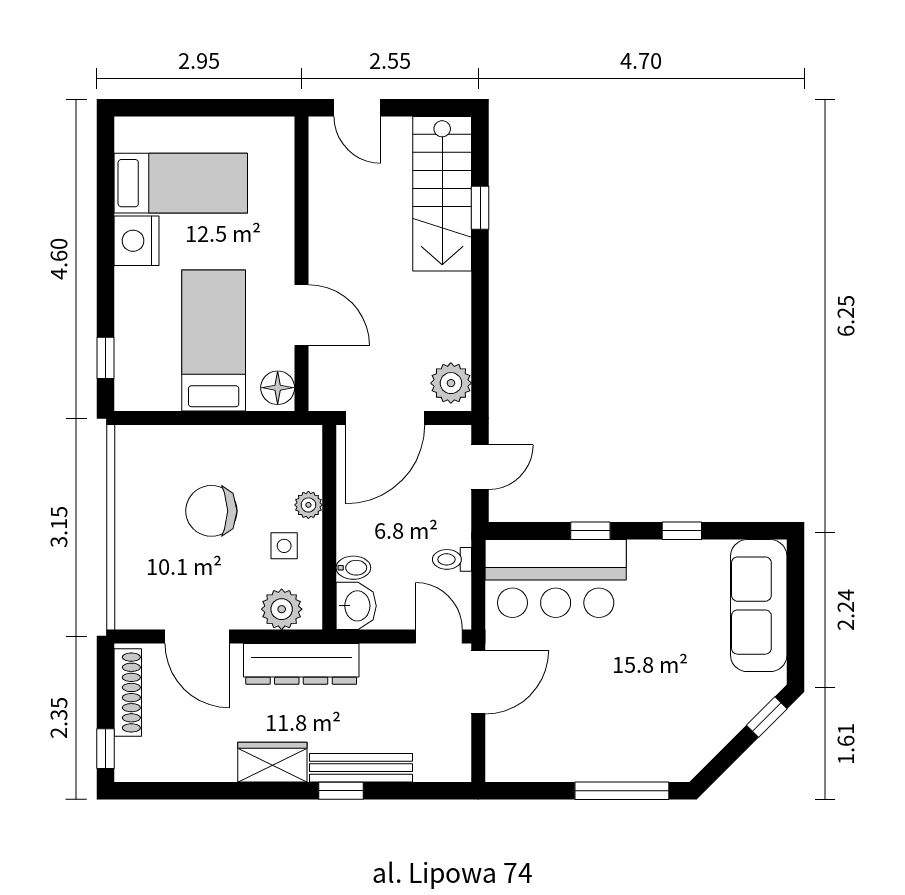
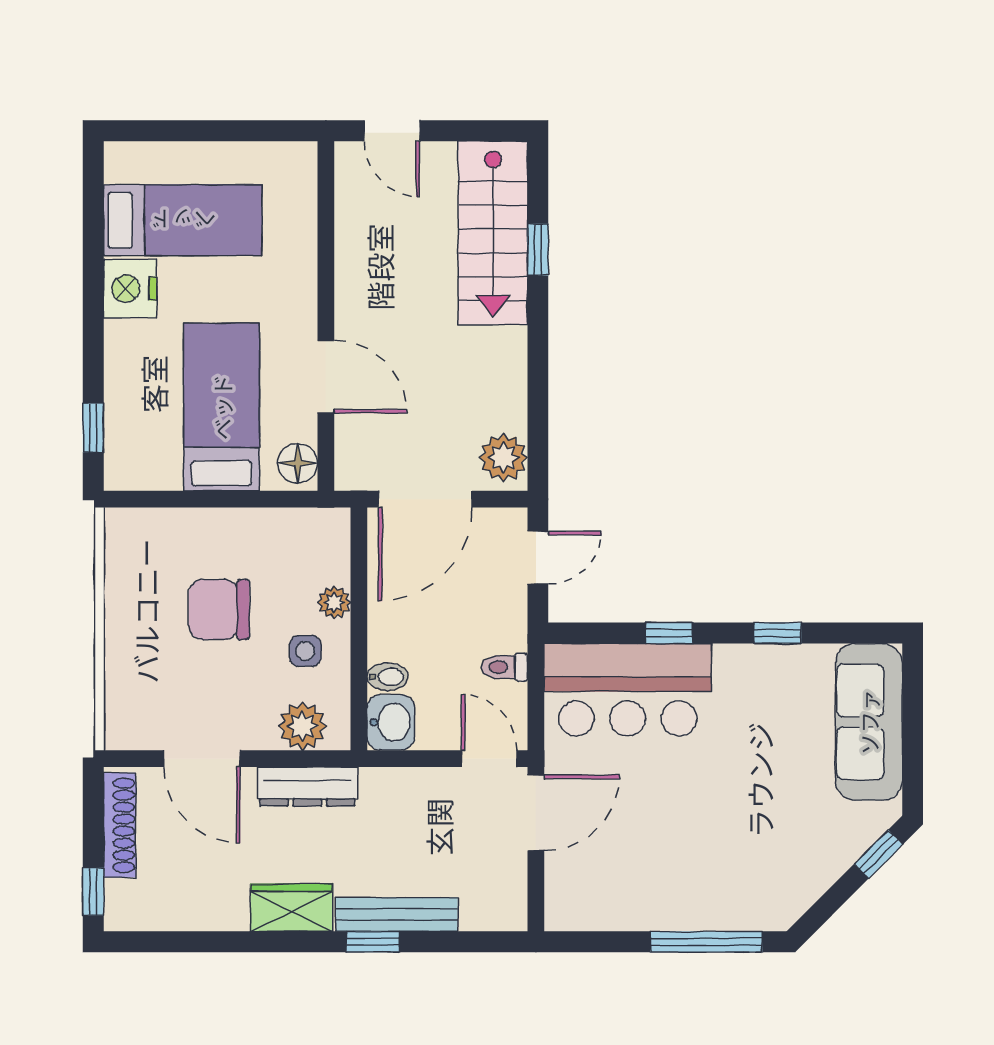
dresser: (301, 664) -> (307, 786), width x0.73, depth x0.80

